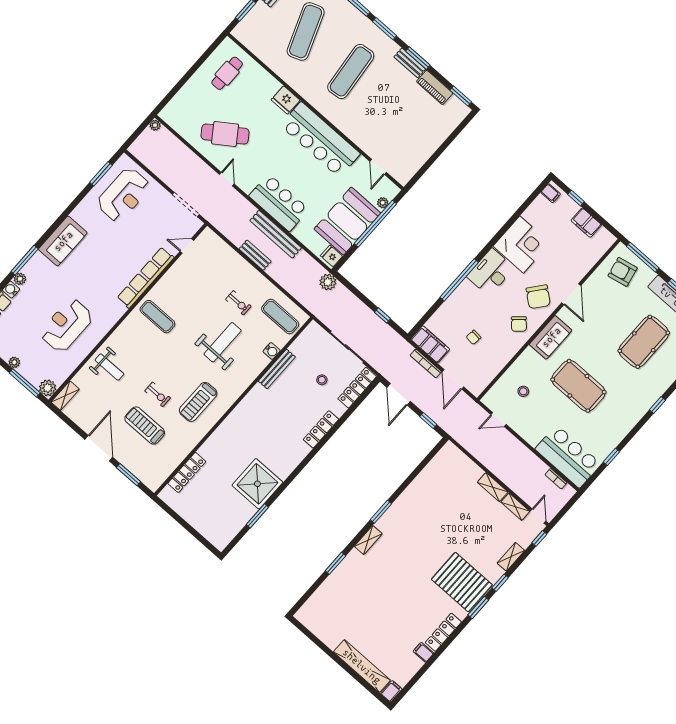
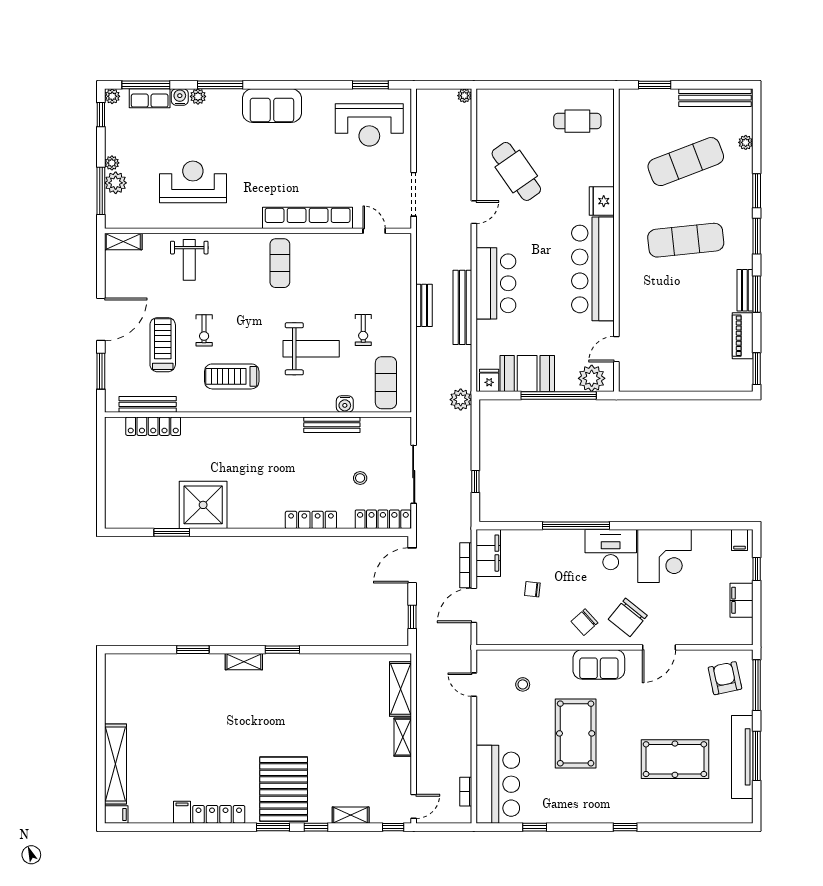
plant: (383, 203) -> (592, 378), width x1.88, depth x1.88
booth: (347, 221) -> (527, 374), width x0.73, depth x0.70
plant: (48, 388) -> (116, 183), moved
bench: (171, 465) -> (148, 404), added
shelving: (515, 507) -> (401, 689), moved, width x1.50, depth x1.33

